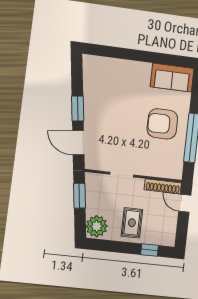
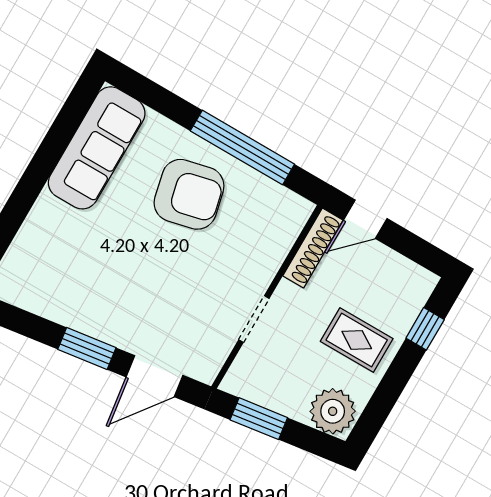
sofa: (172, 78) -> (97, 148), width x1.36
armchair: (162, 124) -> (189, 194), turned -103

